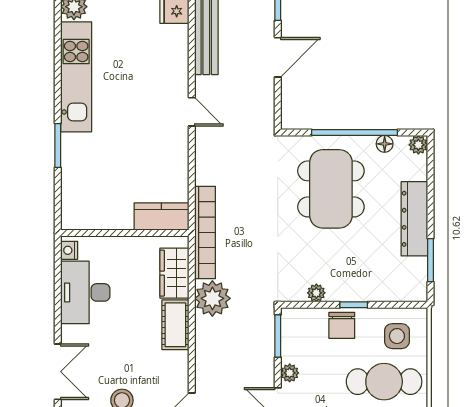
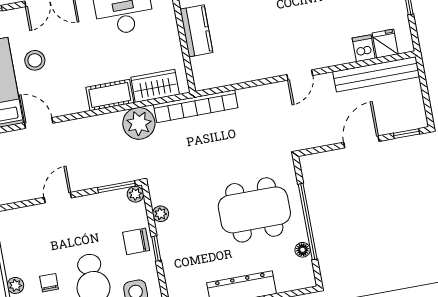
dishwasher: (175, 36) -> (364, 48), added
door: (278, 57) -> (361, 142), swing flipped
plant: (418, 145) -> (307, 280), removed
kitchen counter: (161, 216) -> (196, 31), moved
plant: (290, 373) -> (135, 194), moved

